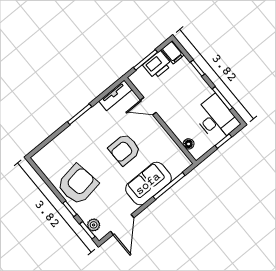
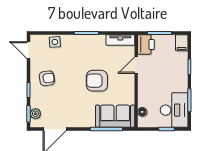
printer: (157, 65) -> (146, 44), moved, turned -90
door: (148, 106) -> (136, 65), hinge flipped
side table: (58, 146) -> (55, 42), added
door: (40, 173) -> (28, 50), added
armchair: (78, 184) -> (47, 78), width x0.53, depth x0.53
sofa: (148, 184) -> (115, 116), moved

